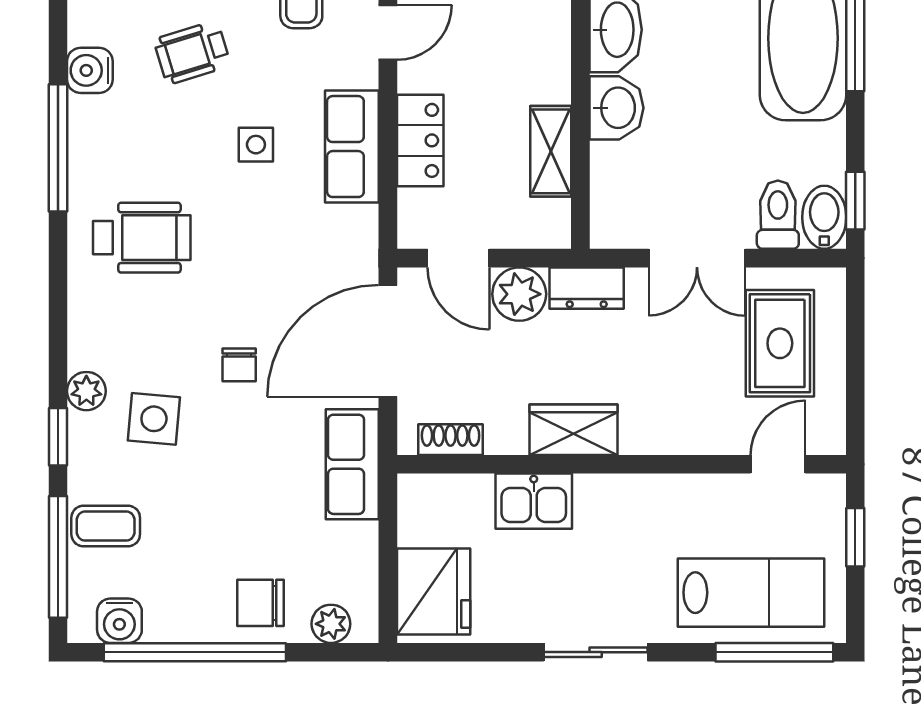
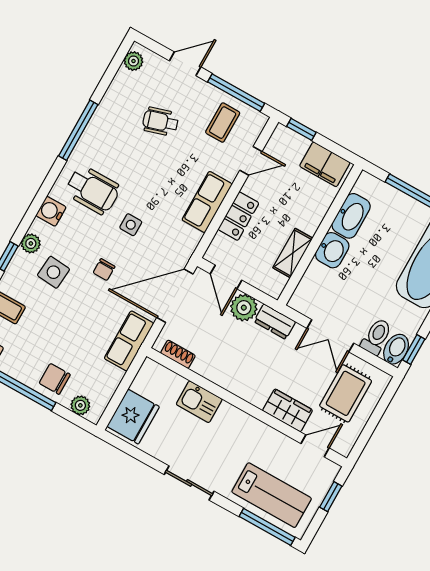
water cooler: (90, 70) -> (51, 211), moved
side table: (256, 145) -> (131, 225), moved
wardrobe: (574, 430) -> (288, 410), moved

